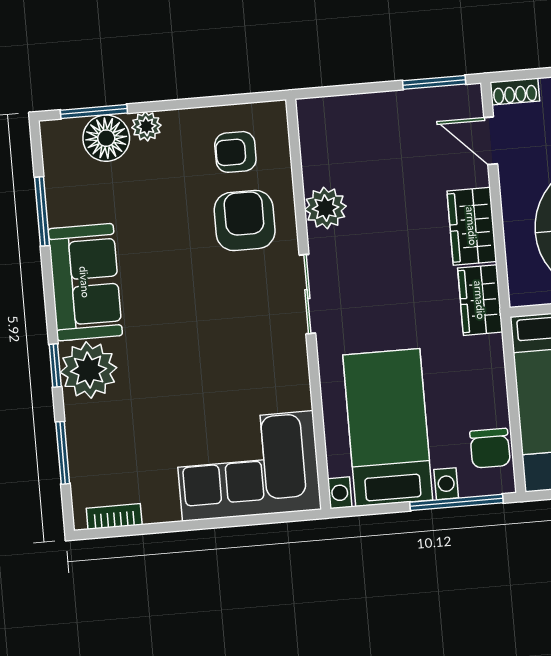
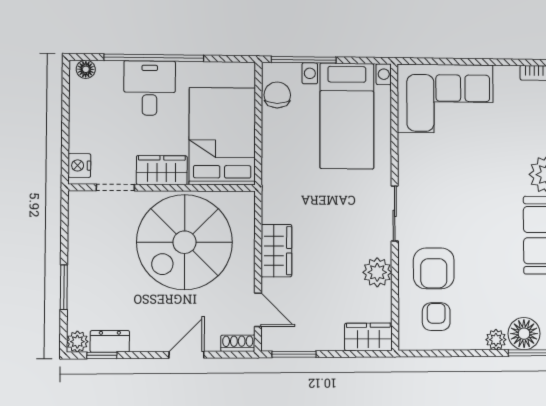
armchair: (235, 152) -> (436, 317), turned -90
wardrobe: (480, 300) -> (368, 337), moved, turned -90

